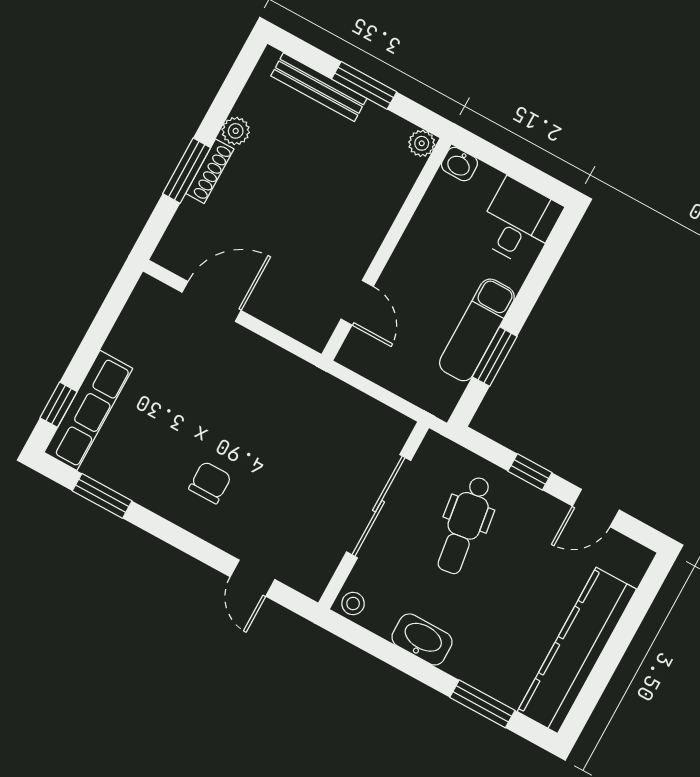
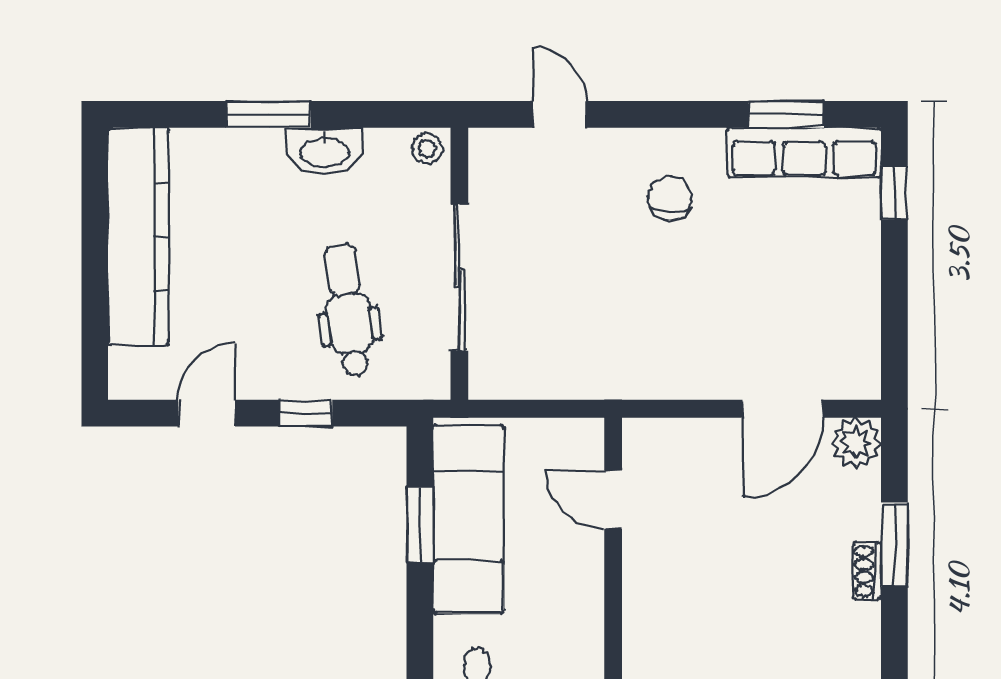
plant: (236, 131) -> (856, 443), moved, width x1.38, depth x1.38
shoe rack: (210, 171) -> (867, 571), width x0.70
exam couch: (477, 330) -> (468, 519), width x1.36, depth x1.45
row of seats: (88, 410) -> (804, 152), moved, turned -90
chair: (210, 483) -> (670, 198), turned 180
window: (482, 704) -> (269, 114), moved

